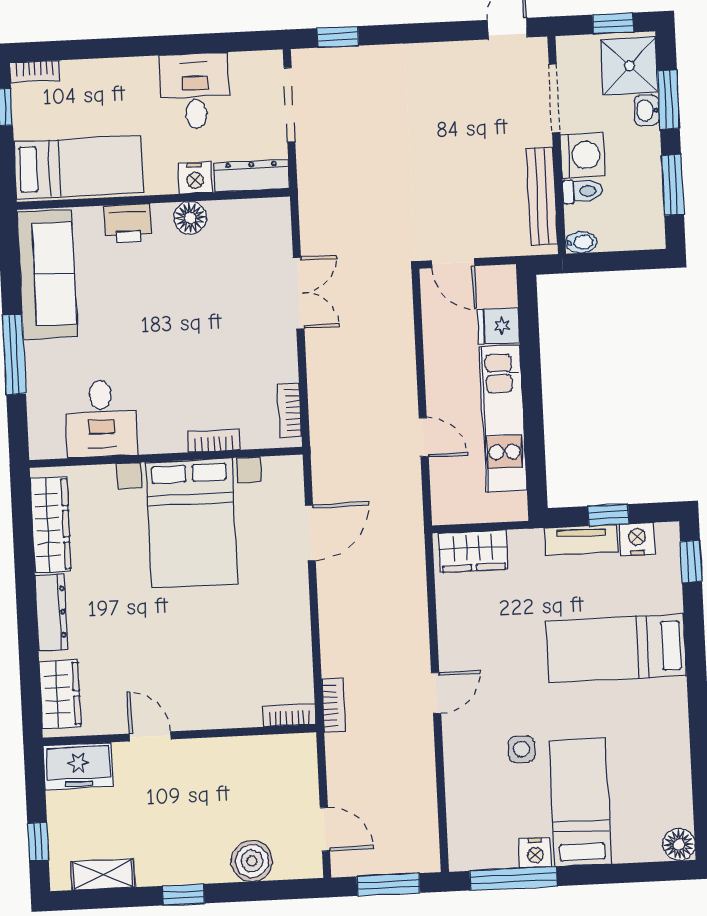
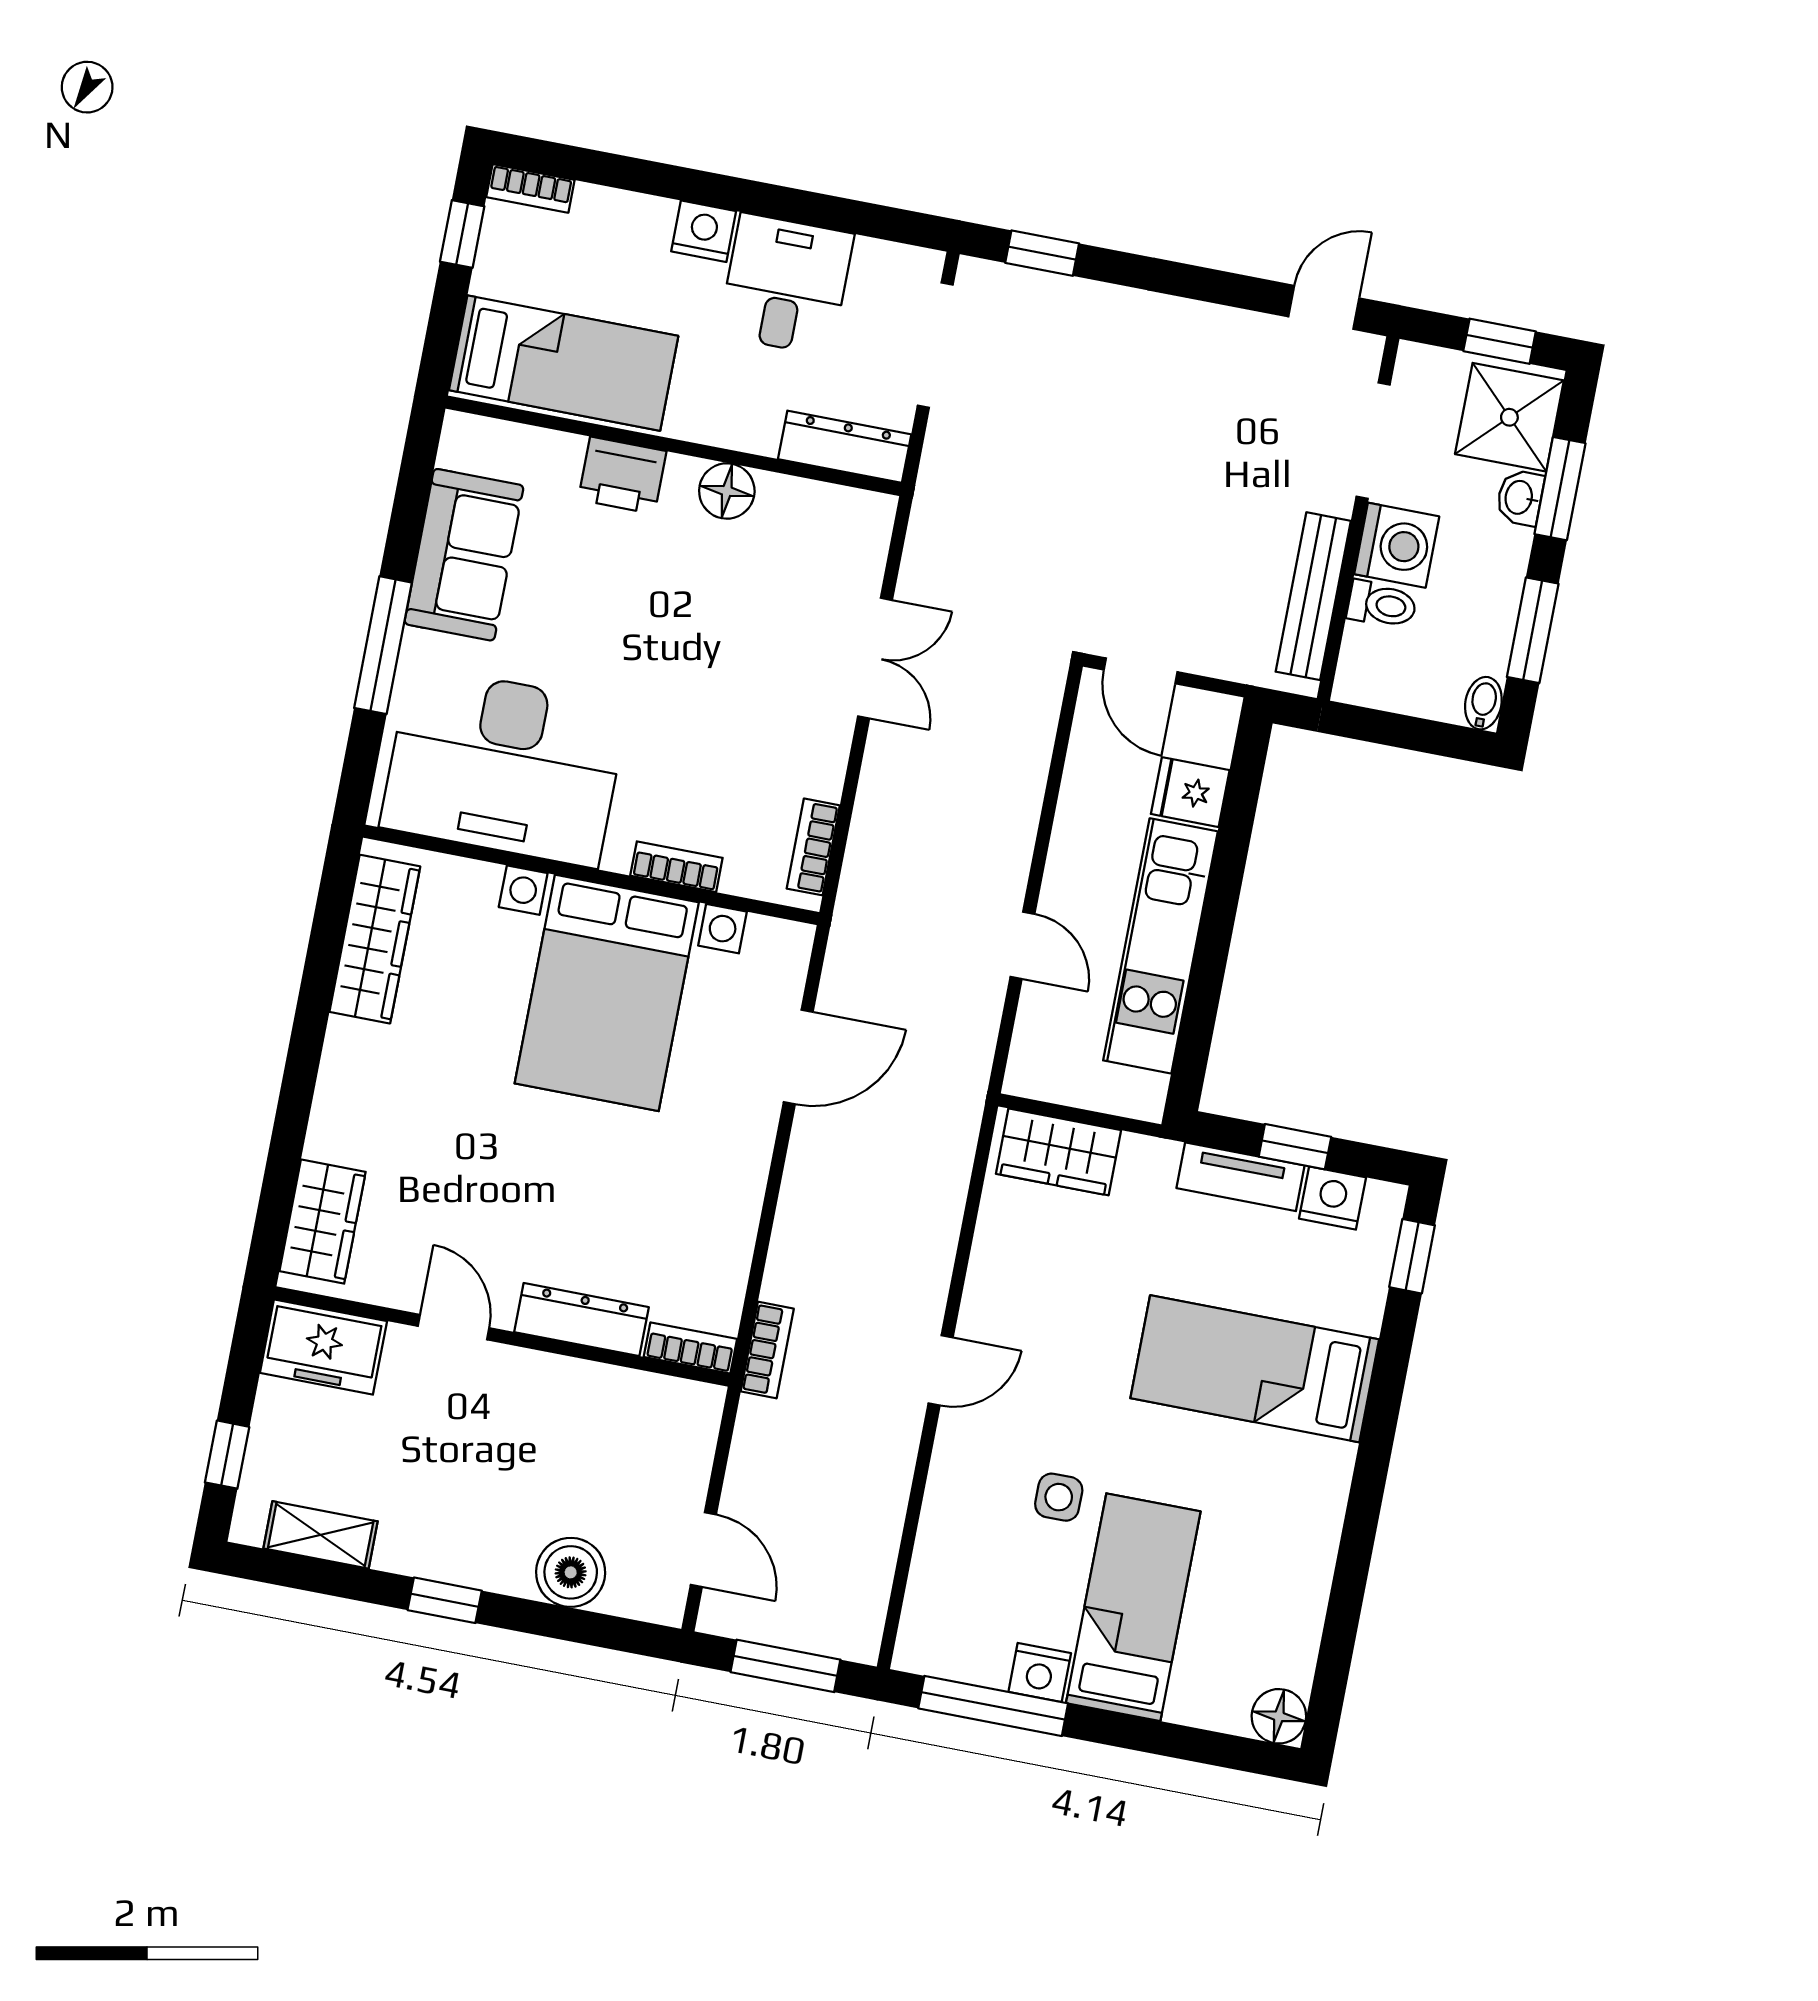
nightstand: (195, 178) -> (704, 231), moved, turned 180
bidet: (581, 242) -> (1483, 703), moved, turned -90
sofa: (47, 274) -> (464, 555), width x0.73
desk: (101, 418) -> (504, 766), width x1.87, depth x1.30
dresser: (51, 612) -> (581, 1320), moved, turned -90

